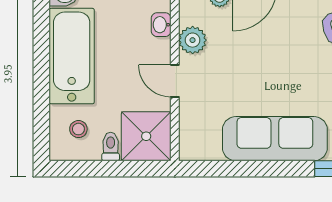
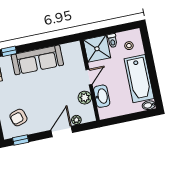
washbasin: (161, 25) -> (102, 96), width x1.91, depth x1.45
door: (175, 81) -> (89, 77), hinge flipped

